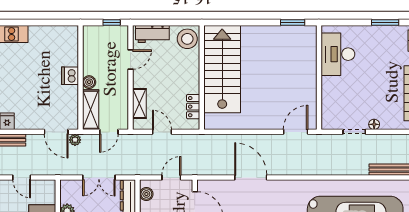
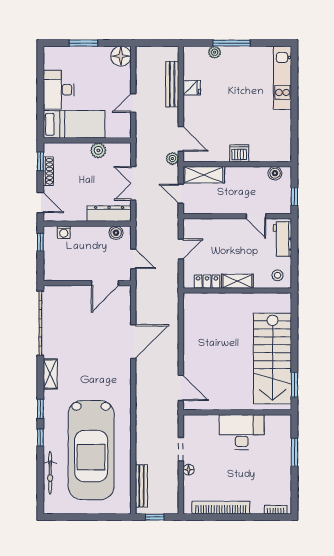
window: (385, 23) -> (294, 452), moved
stool: (187, 39) -> (278, 275), width x0.53, depth x0.53
desk: (338, 54) -> (242, 432), moved
stairs: (222, 69) -> (273, 359), moved, turned 90
boiler: (89, 82) -> (275, 173), moved
shelving: (139, 104) -> (237, 281), moved
door: (56, 132) -> (181, 139), swing flipped

